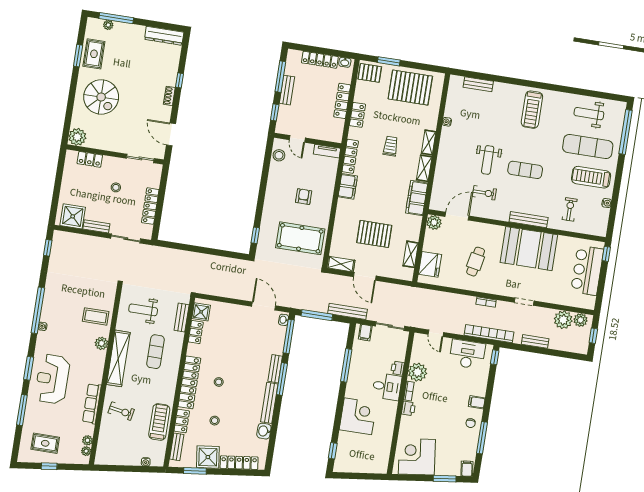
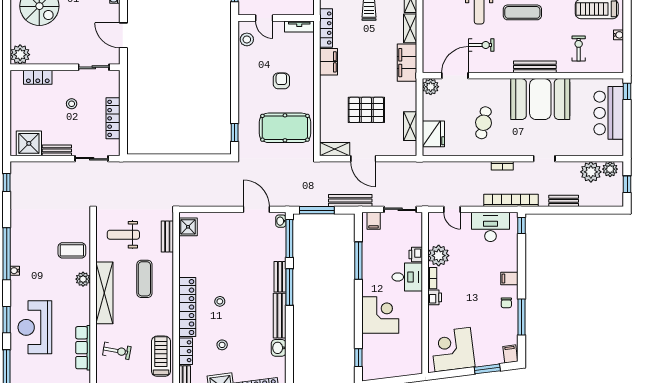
locker: (196, 332) -> (186, 250), removed

